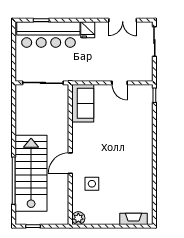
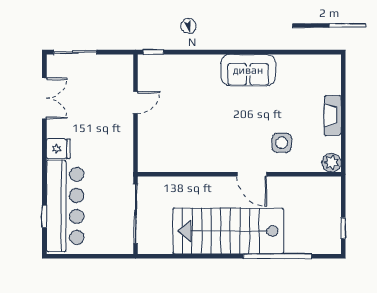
sofa: (83, 103) -> (248, 70), moved, turned 180
stairs: (31, 173) -> (228, 231), moved
fireplace: (133, 219) -> (333, 115), moved

